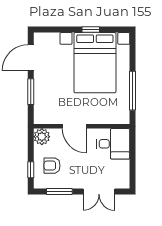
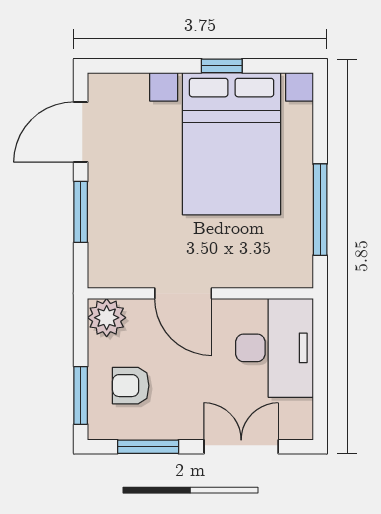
desk: (113, 144) -> (274, 348), width x1.37
window: (31, 170) -> (81, 395), width x1.50
double door: (99, 192) -> (241, 447), swing flipped

